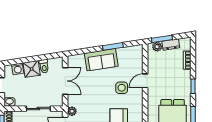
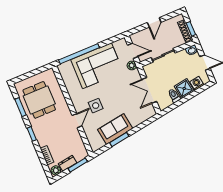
plant: (157, 47) -> (56, 170), moved
sofa: (101, 60) -> (115, 129), moved

